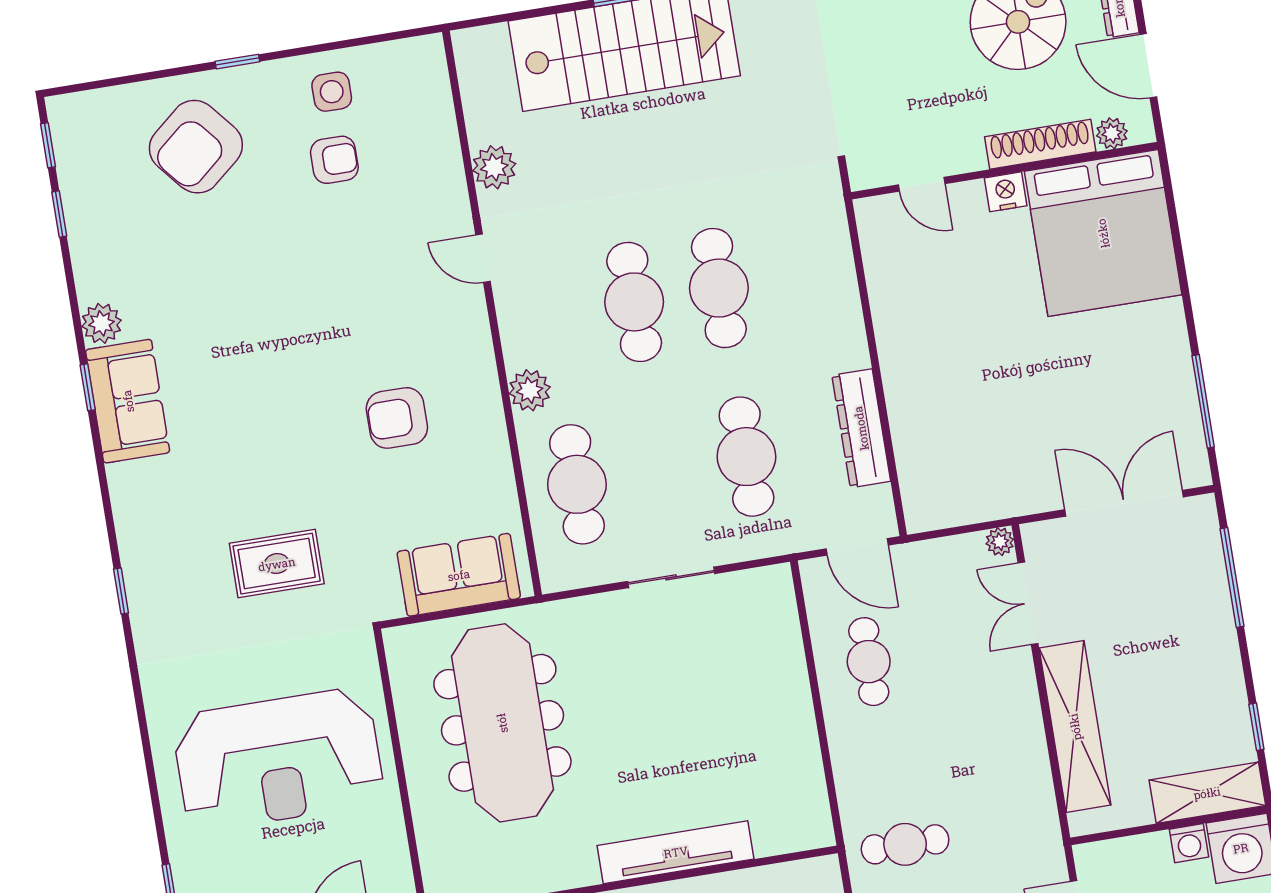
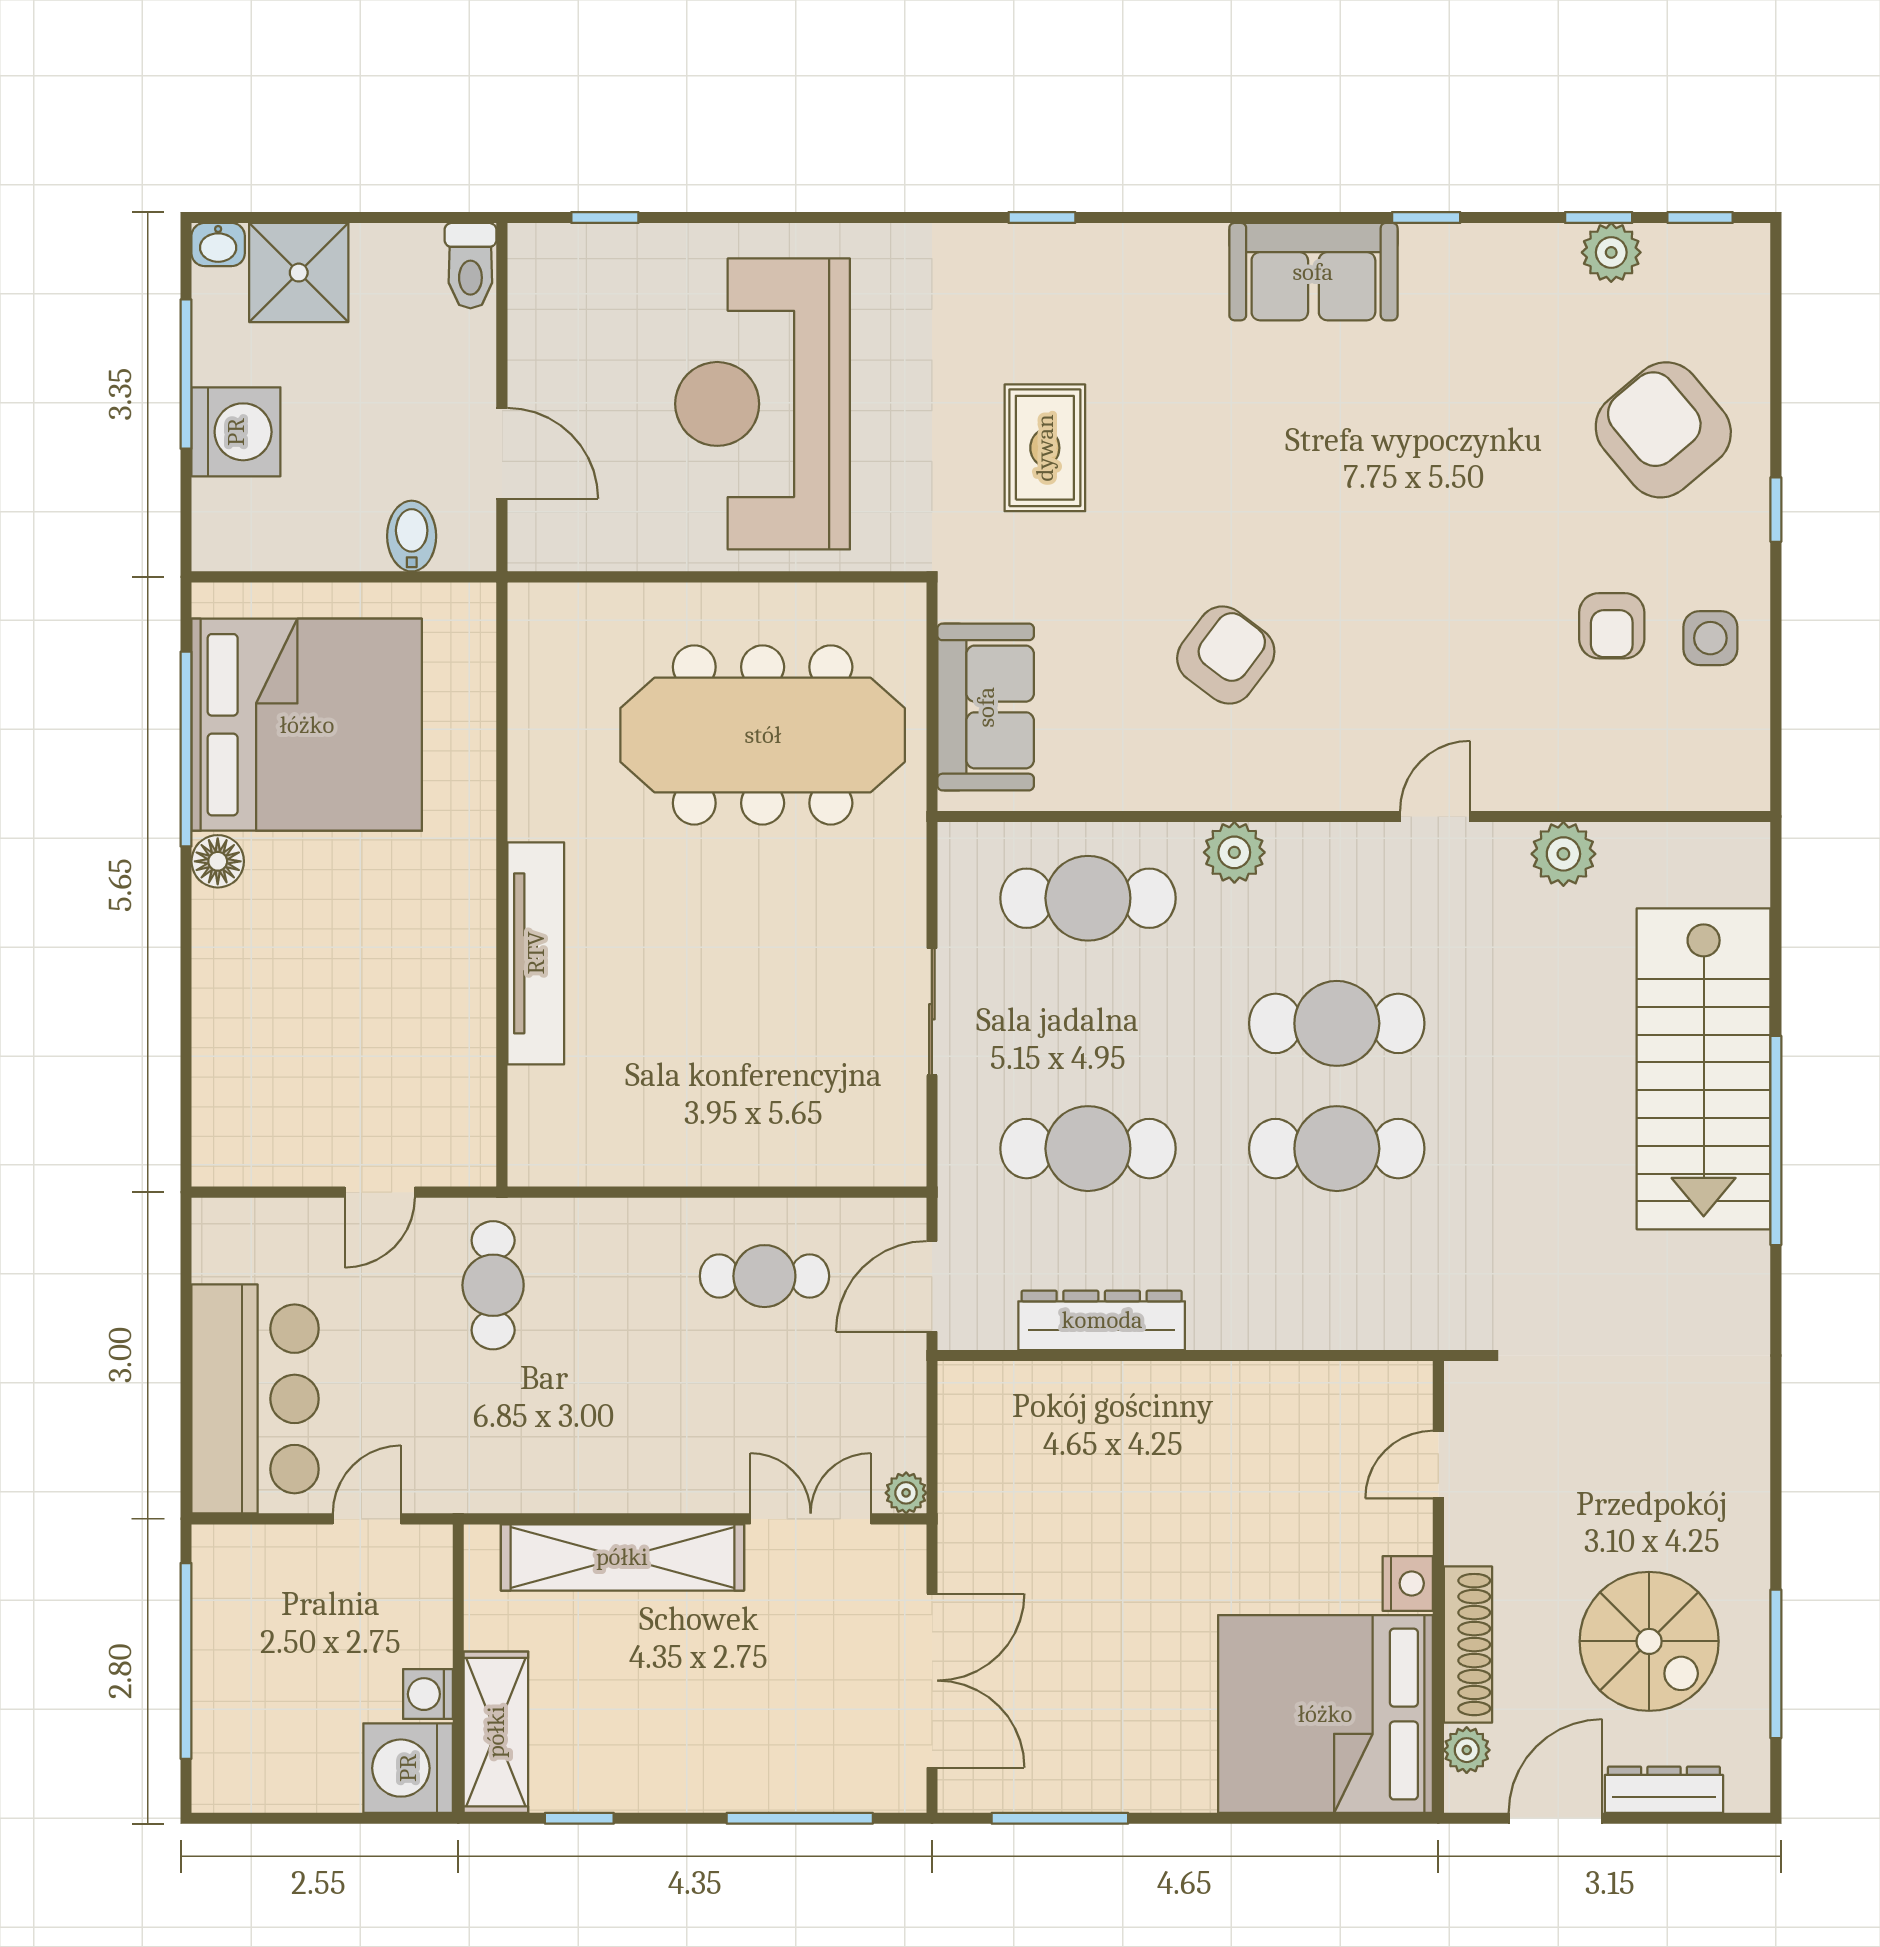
plant: (101, 323) -> (1611, 252), moved
window: (88, 387) -> (1426, 218), moved
armchair: (397, 418) -> (1226, 655), turned 37

